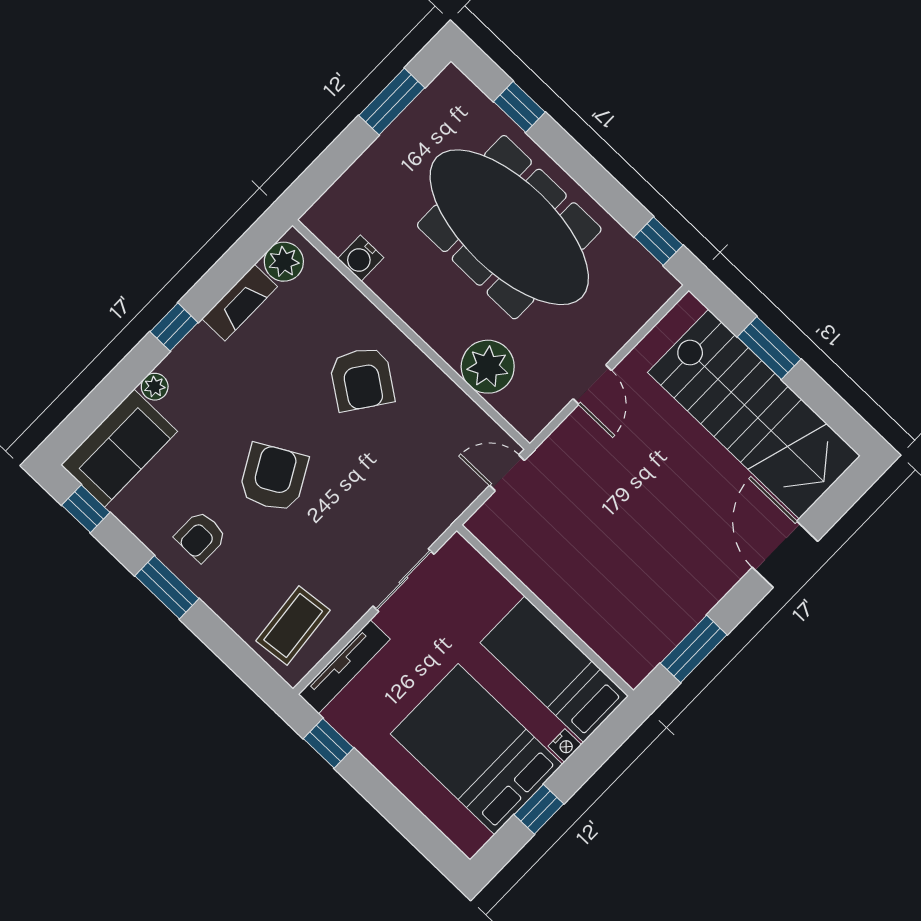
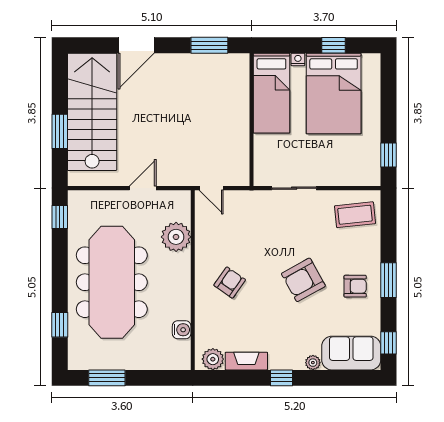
armchair: (362, 379) -> (230, 283), width x0.72, depth x0.72
tv unit: (344, 667) -> (352, 178), removed

